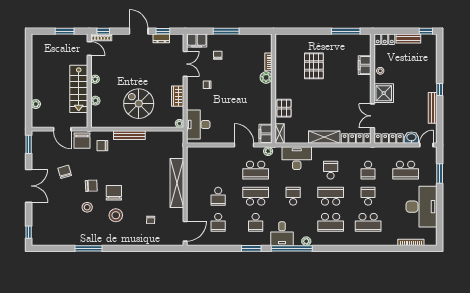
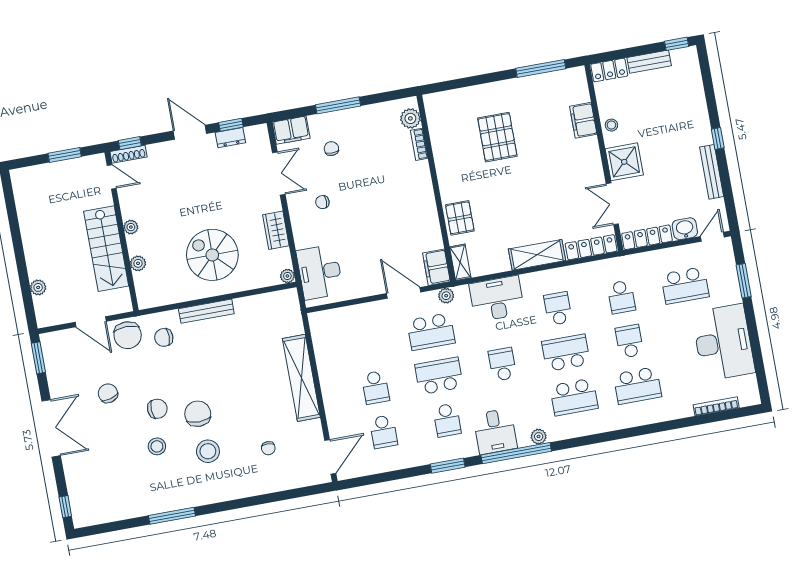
plant: (266, 78) -> (410, 118), moved

